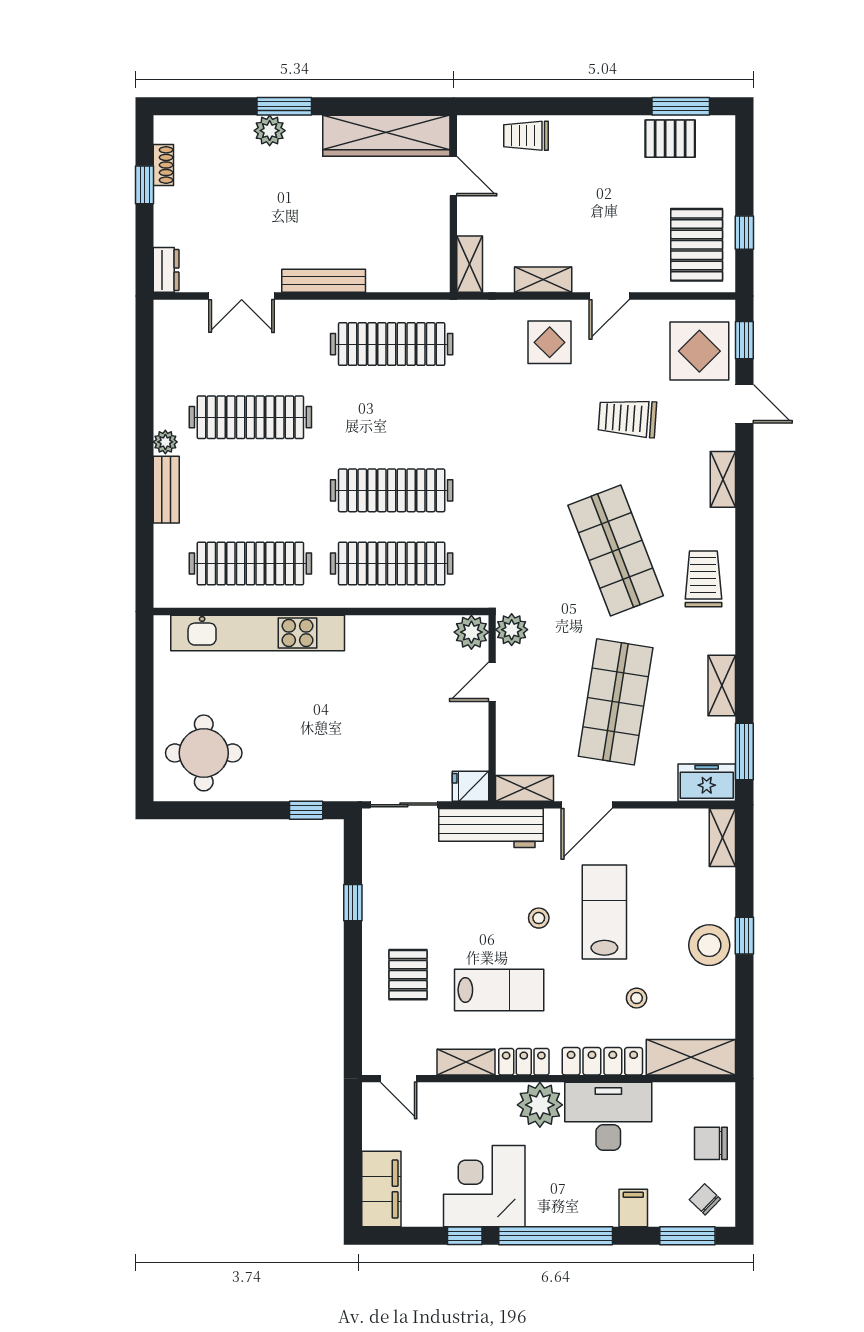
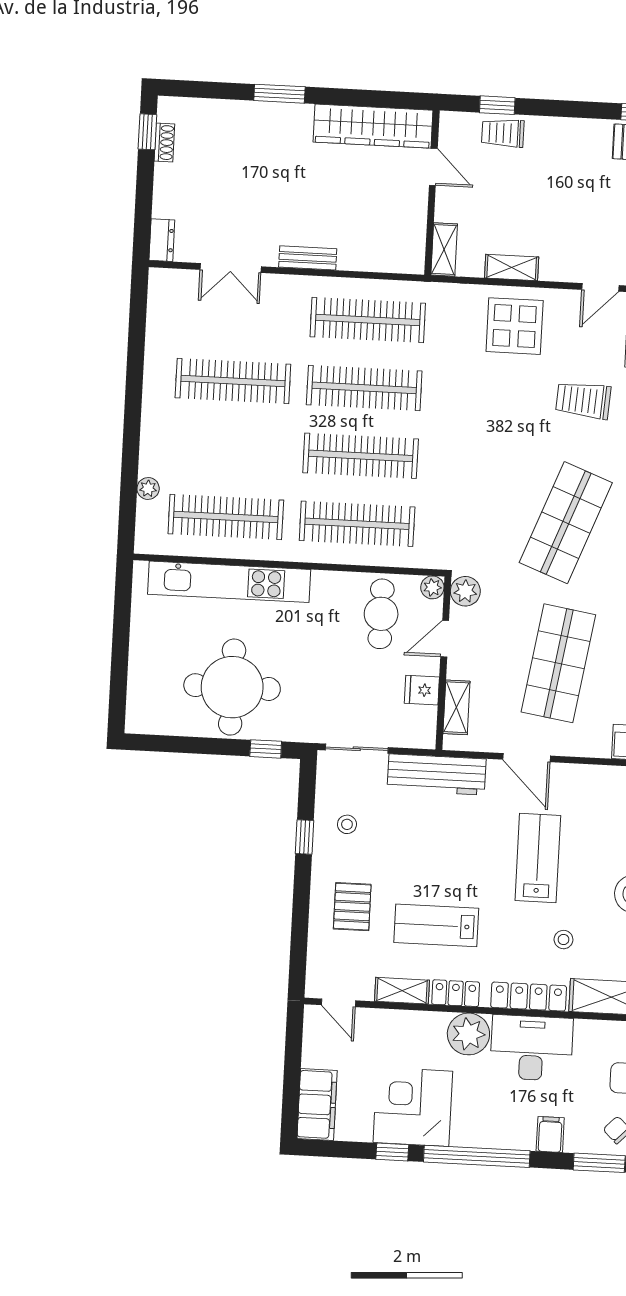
window: (519, 106) -> (497, 105), added
plant: (270, 131) -> (265, 116), removed
window: (145, 185) -> (147, 132), moved
bench: (324, 281) -> (308, 258), width x0.73
door: (609, 296) -> (600, 287), moved
display table: (550, 342) -> (515, 326), width x1.36, depth x1.36
clothes rail: (392, 417) -> (364, 388), added
plant: (165, 442) -> (148, 488), moved
bench: (166, 490) -> (151, 444), removed
shop shelf: (616, 550) -> (566, 523), turned 42
plant: (471, 632) -> (432, 587), width x0.73, depth x0.73
cafe table: (422, 659) -> (381, 614), added
round table: (204, 753) -> (232, 687), moved, width x1.36, depth x1.36
fridge: (470, 786) -> (422, 690), moved
shelving: (525, 788) -> (456, 707), moved, turned 90
door: (587, 805) -> (527, 758), hinge flipped
stool: (539, 918) -> (347, 824), moved
lab bench: (499, 990) -> (436, 925), turned 180

